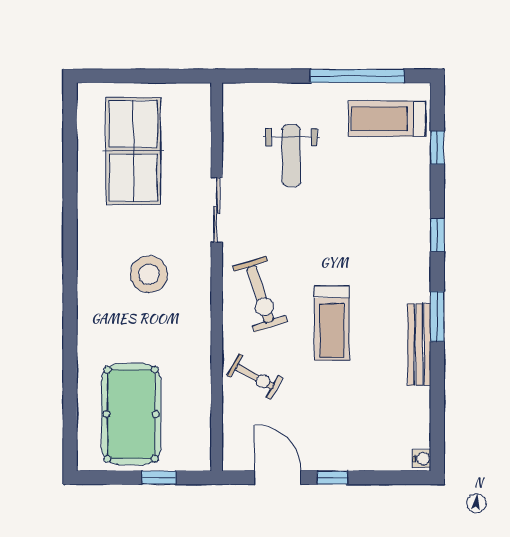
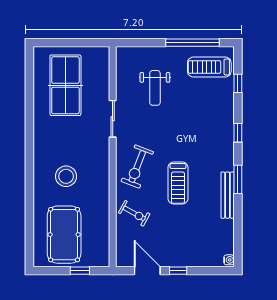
stool: (149, 274) -> (66, 176), moved
exercise bike: (260, 294) -> (137, 167), turned 39

